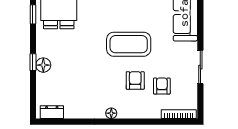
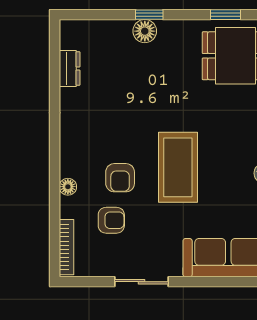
armchair: (135, 80) -> (120, 178), turned 90
dresser: (52, 112) -> (70, 69), moved
floor lamp: (111, 113) -> (68, 187), moved

